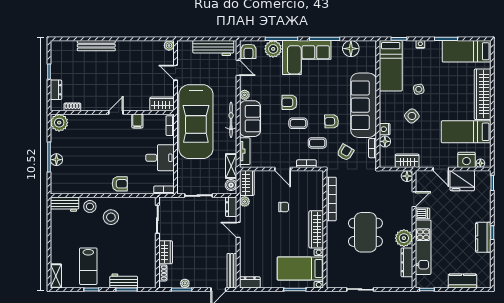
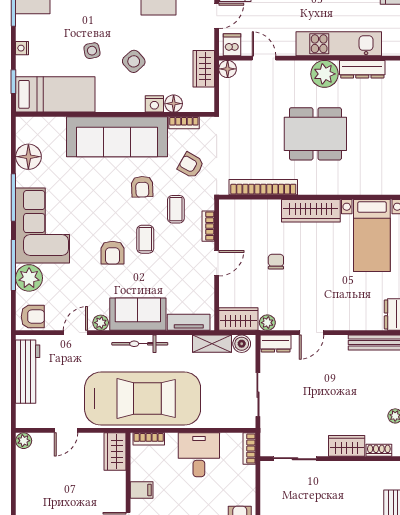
door: (238, 68) -> (75, 333), moved
dishwasher: (423, 213) -> (232, 45), moved

